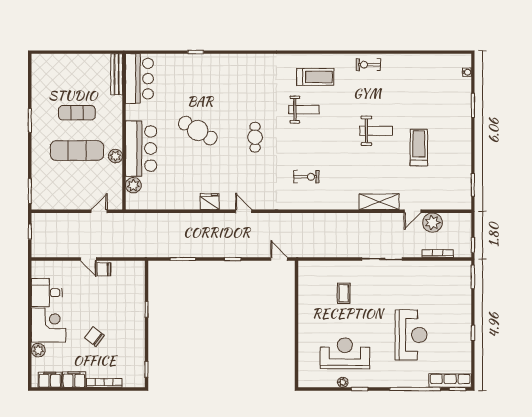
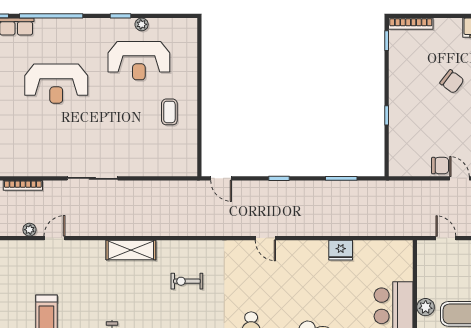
plant: (133, 185) -> (403, 271), removed
fridge: (210, 202) -> (341, 250), moved
shelving: (379, 202) -> (131, 250), moved
door: (99, 211) -> (446, 238), swing flipped
plant: (432, 223) -> (29, 230), width x0.53, depth x0.53
coffee table: (344, 293) -> (169, 112), moved
reception desk: (411, 335) -> (56, 84), turned -90
bookcase: (104, 383) -> (411, 24), moved

